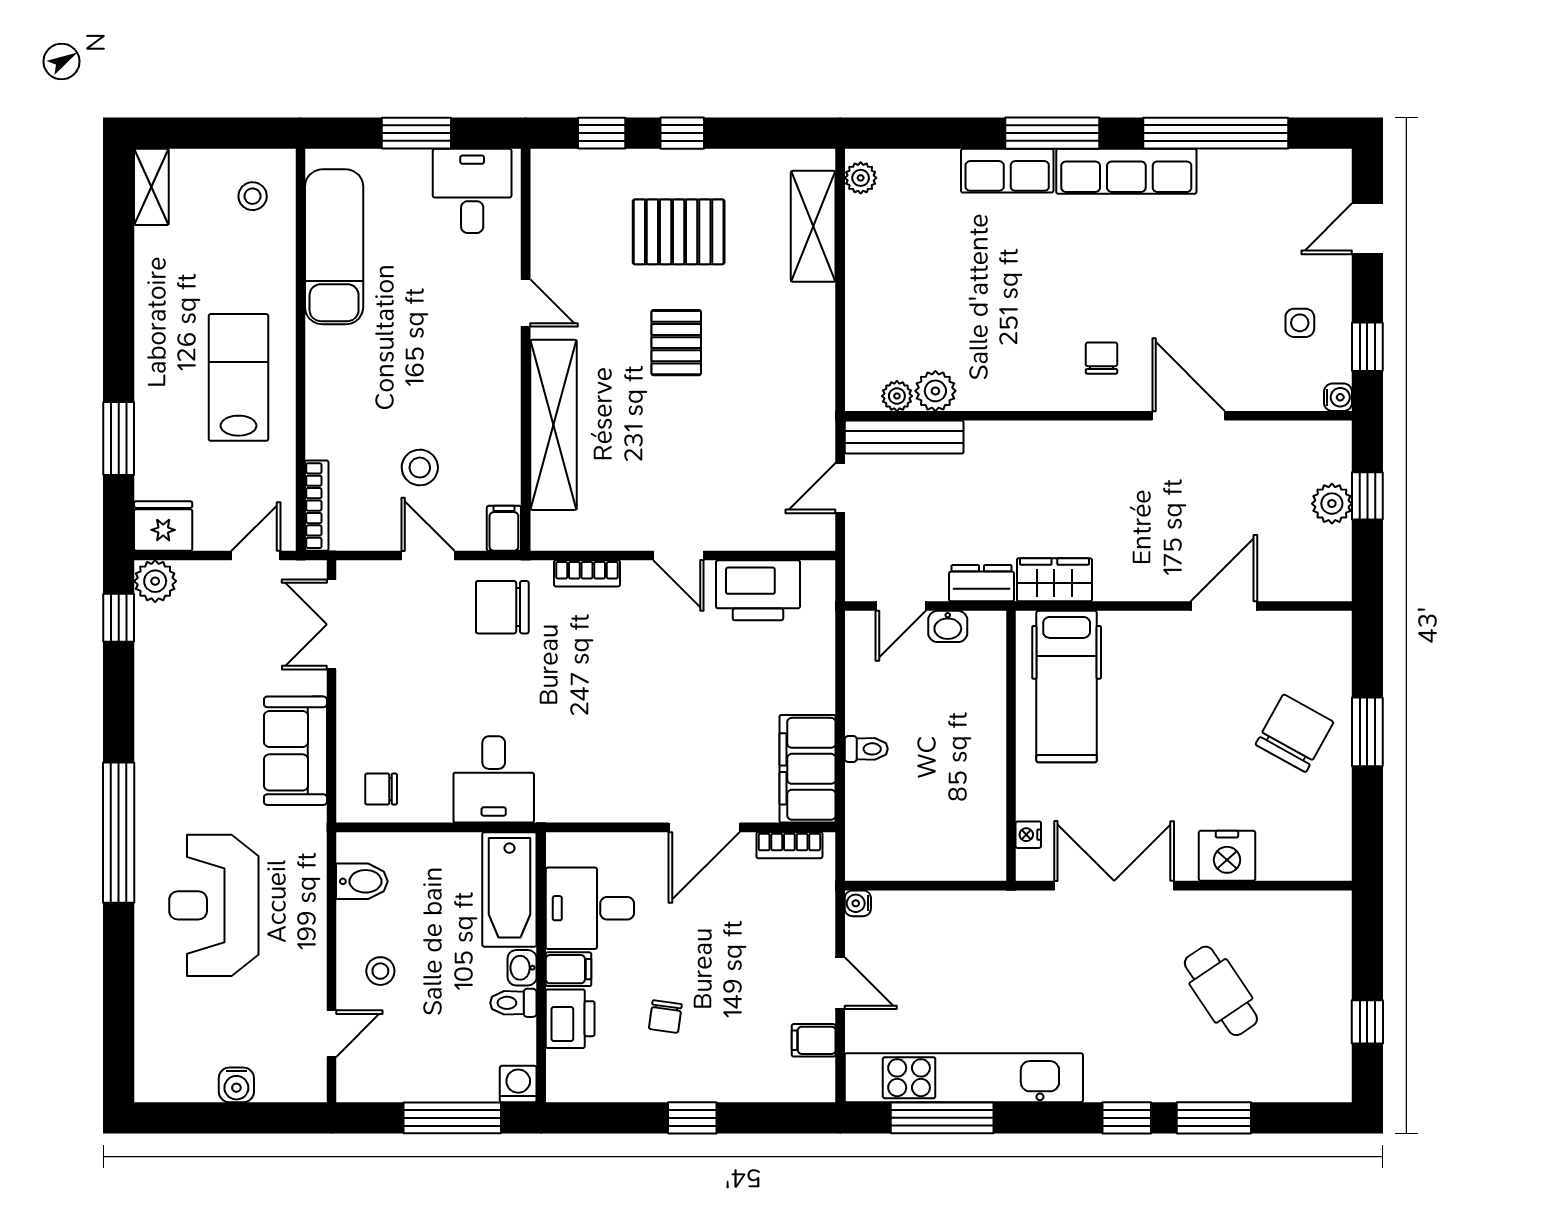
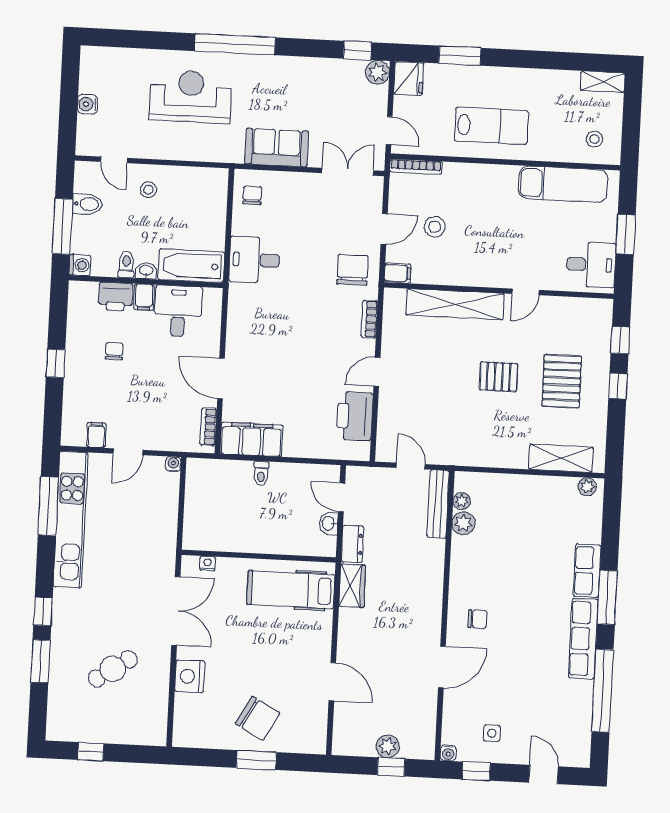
bidet: (362, 881) -> (87, 204), moved, turned -90
chair: (665, 1017) -> (114, 351), turned 82

